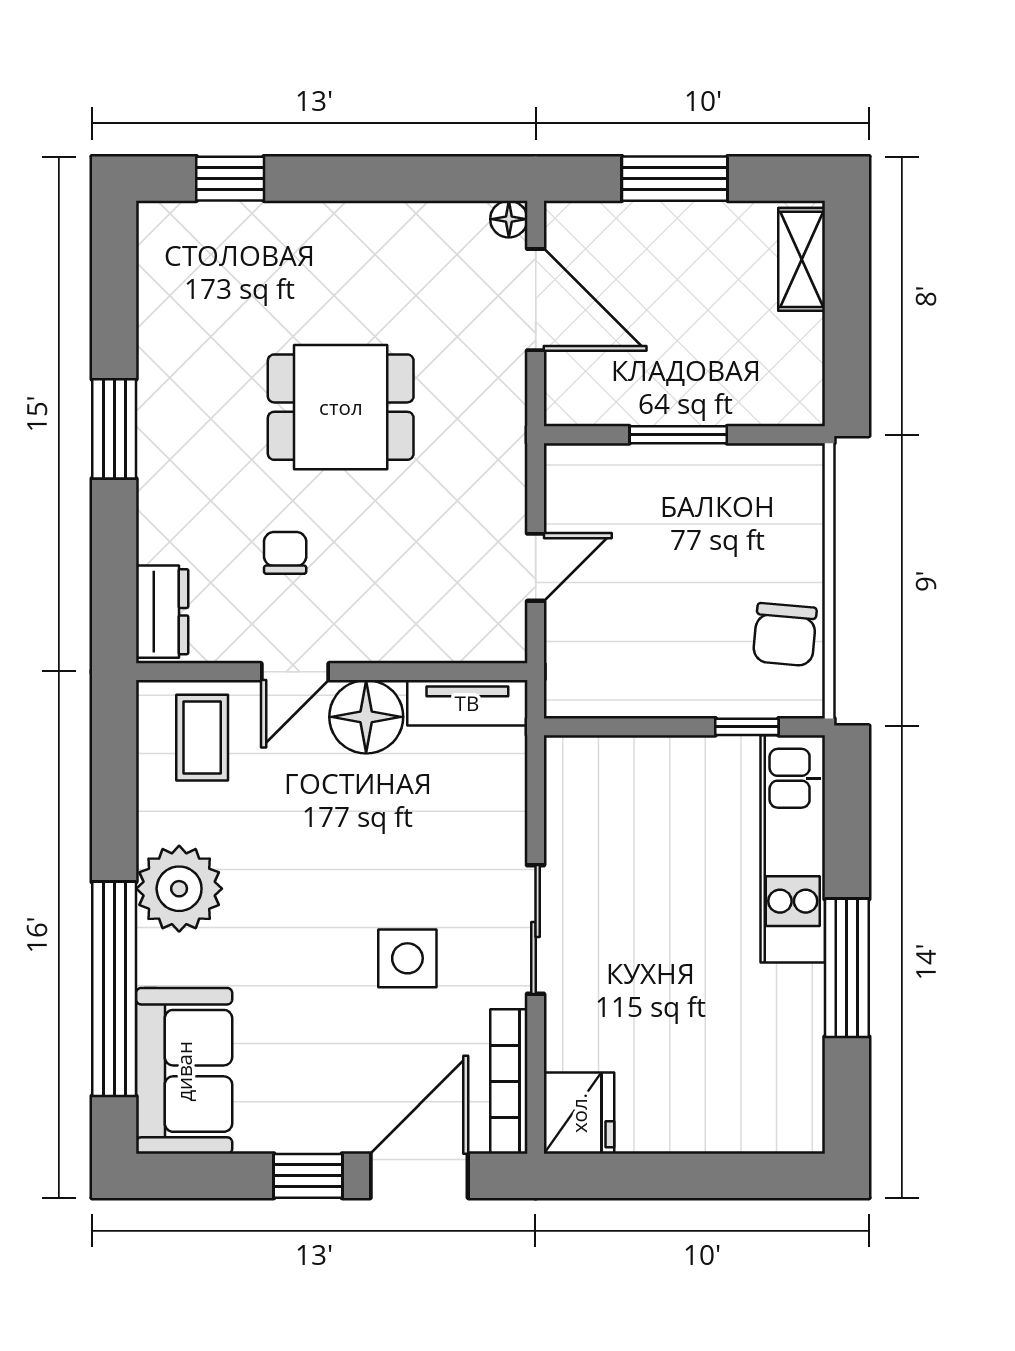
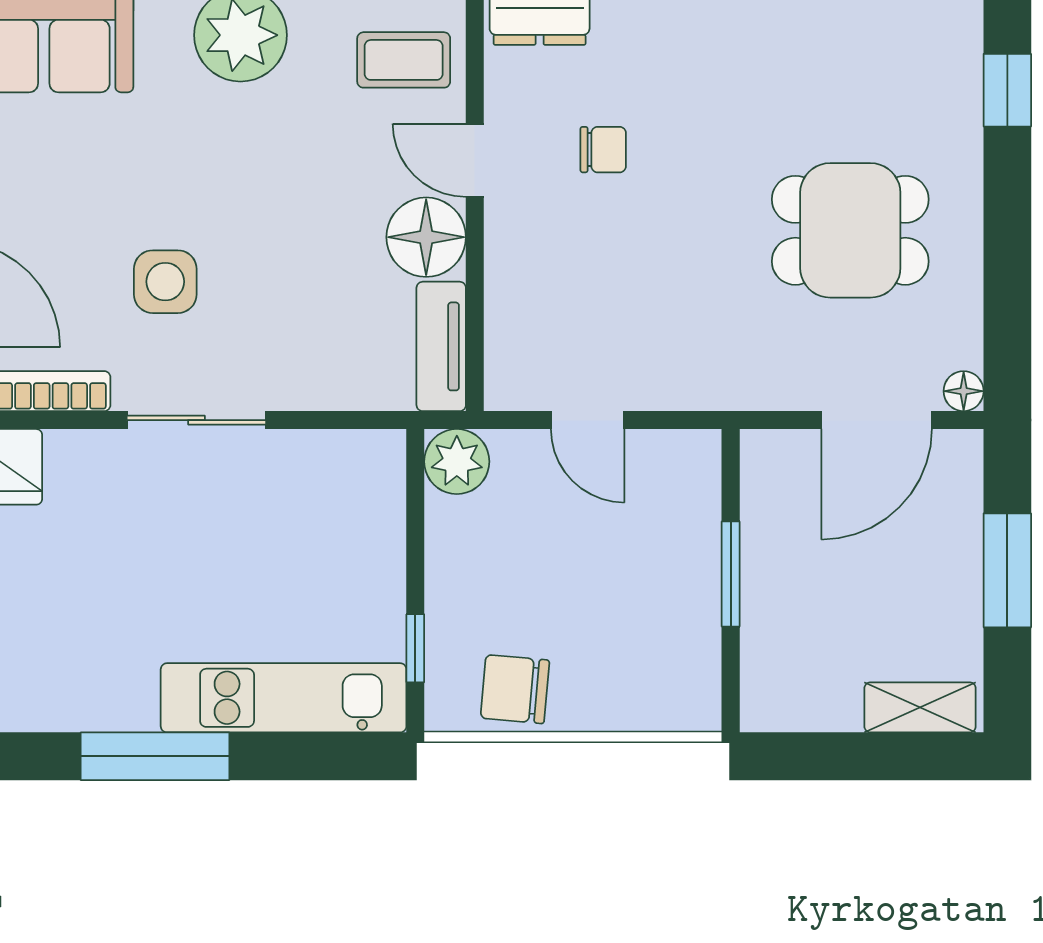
dining table: (341, 407) -> (850, 230), moved, turned 90
plant: (574, 688) -> (457, 462), added

